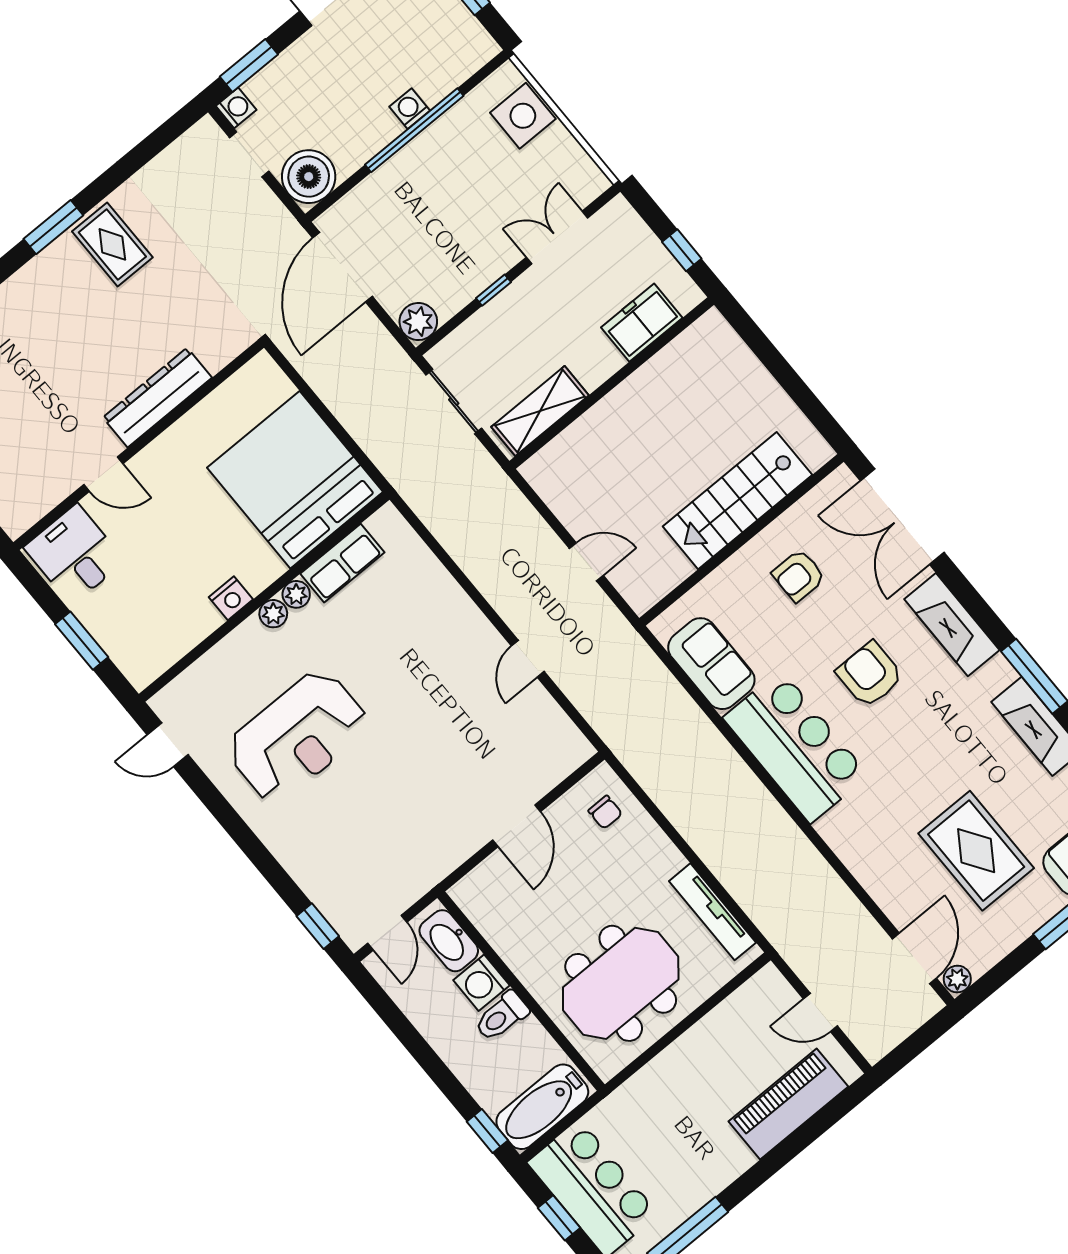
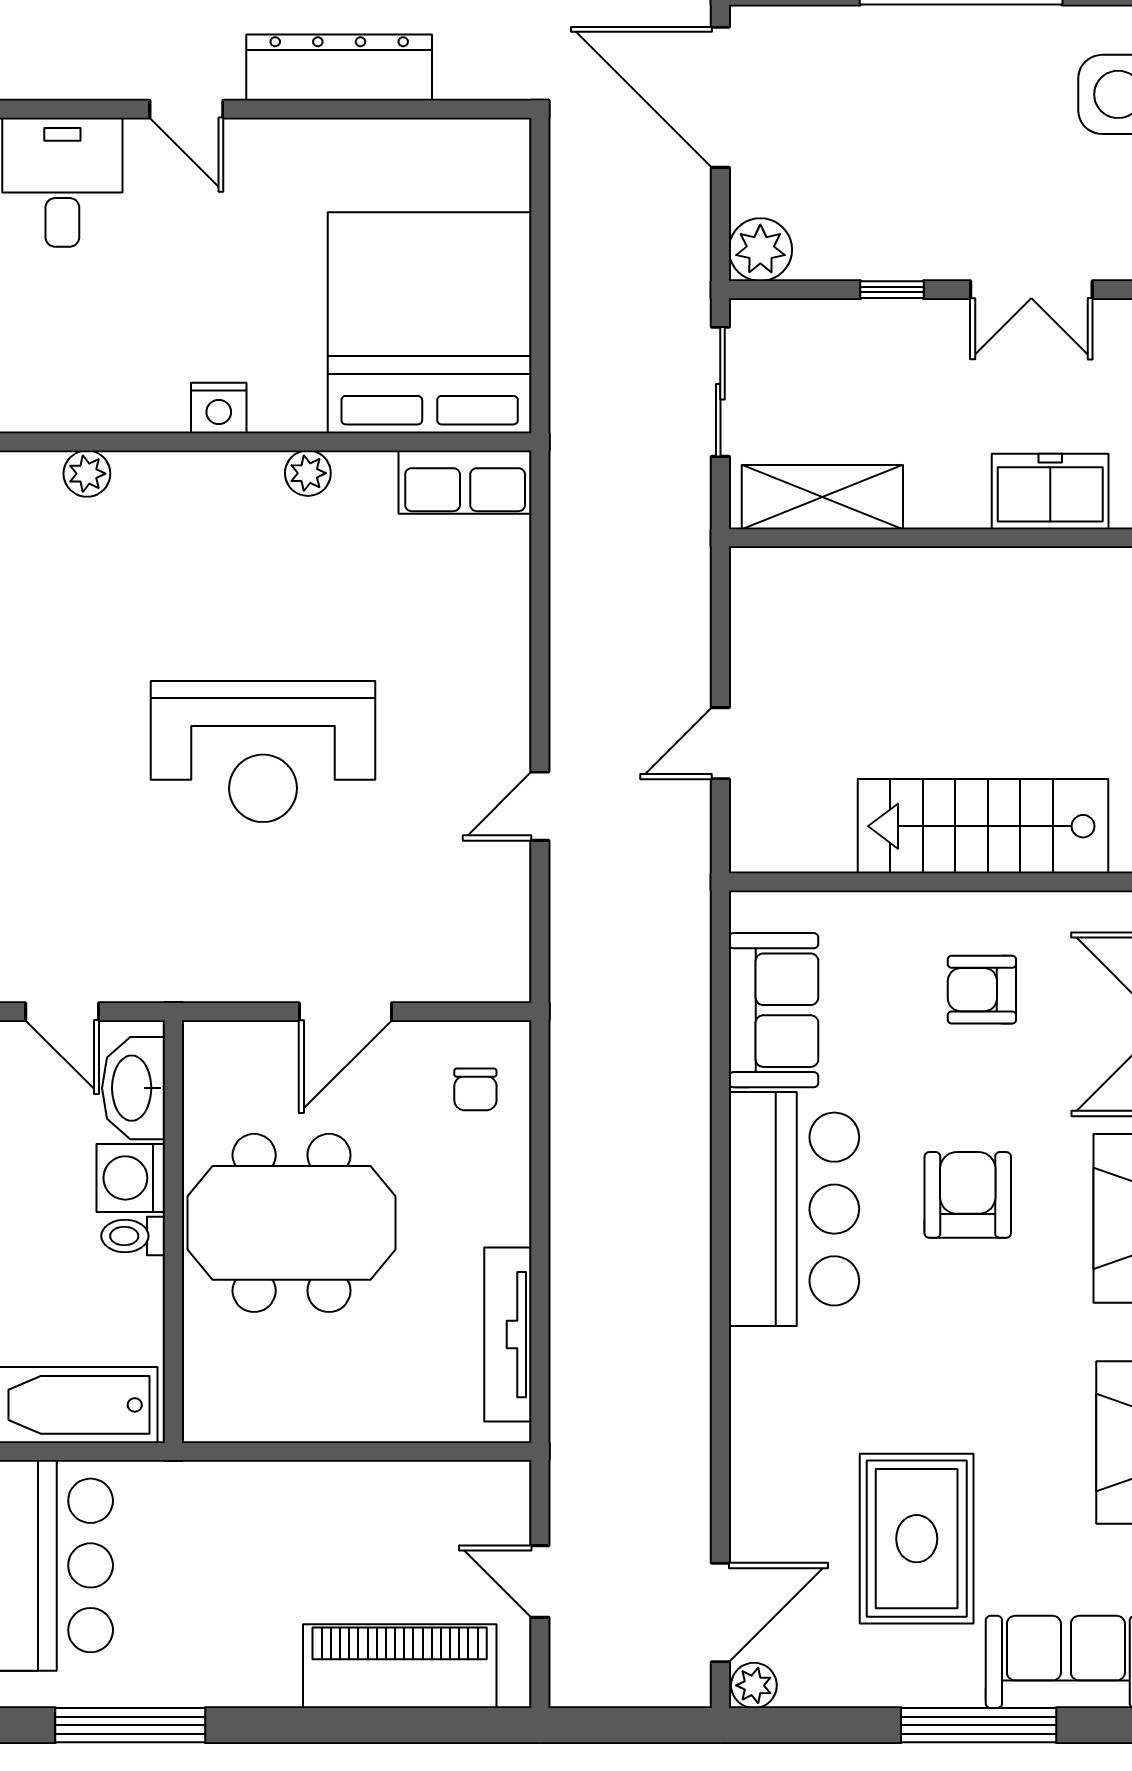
double door: (557, 238) -> (1031, 290), swing flipped
door: (343, 267) -> (720, 97), hinge flipped
door: (586, 562) -> (720, 743), swing flipped
row of seats: (342, 563) -> (465, 482), moved
plant: (273, 614) -> (87, 474), moved
reception desk: (298, 736) -> (263, 752), moved
door: (387, 933) -> (62, 1012), hinge flipped
meeting table: (621, 983) -> (292, 1223), moved
toilet: (502, 1016) -> (133, 1236), width x0.73, depth x0.72

